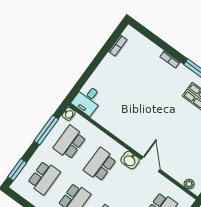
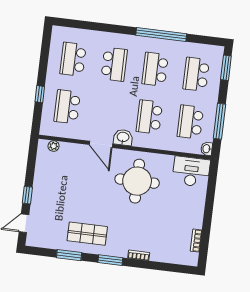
desk: (88, 100) -> (191, 172), width x1.37
round table: (138, 119) -> (137, 181), added
school desk: (70, 142) -> (190, 122), turned 180
school desk: (100, 165) -> (149, 117), turned 180

